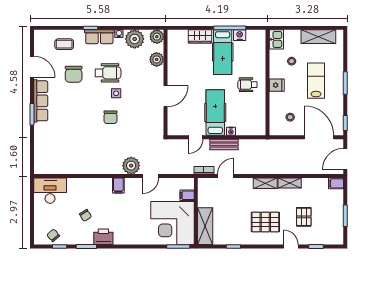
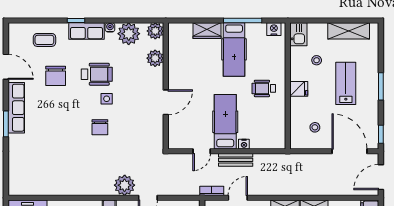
nightstand: (240, 35) -> (274, 29), moved

